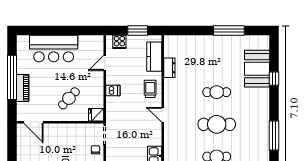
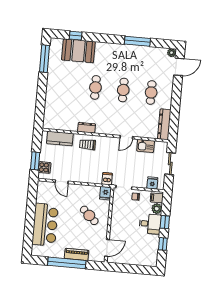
window: (138, 31) -> (35, 161), moved
window: (229, 31) -> (45, 59), moved
dresser: (169, 68) -> (87, 128), moved
window: (274, 79) -> (76, 36), moved
dishwasher: (113, 91) -> (107, 179), moved
door: (163, 115) -> (126, 137), moved
cafe table: (217, 124) -> (123, 90), width x0.73, depth x0.74

